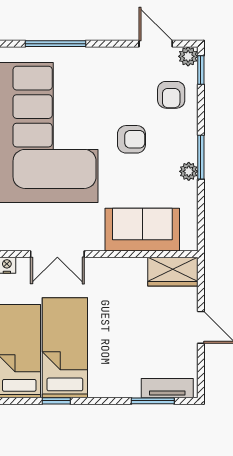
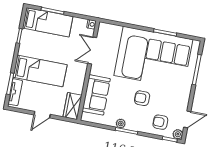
armchair: (131, 139) -> (142, 98), turned 90
bed: (65, 348) -> (40, 71), moved

